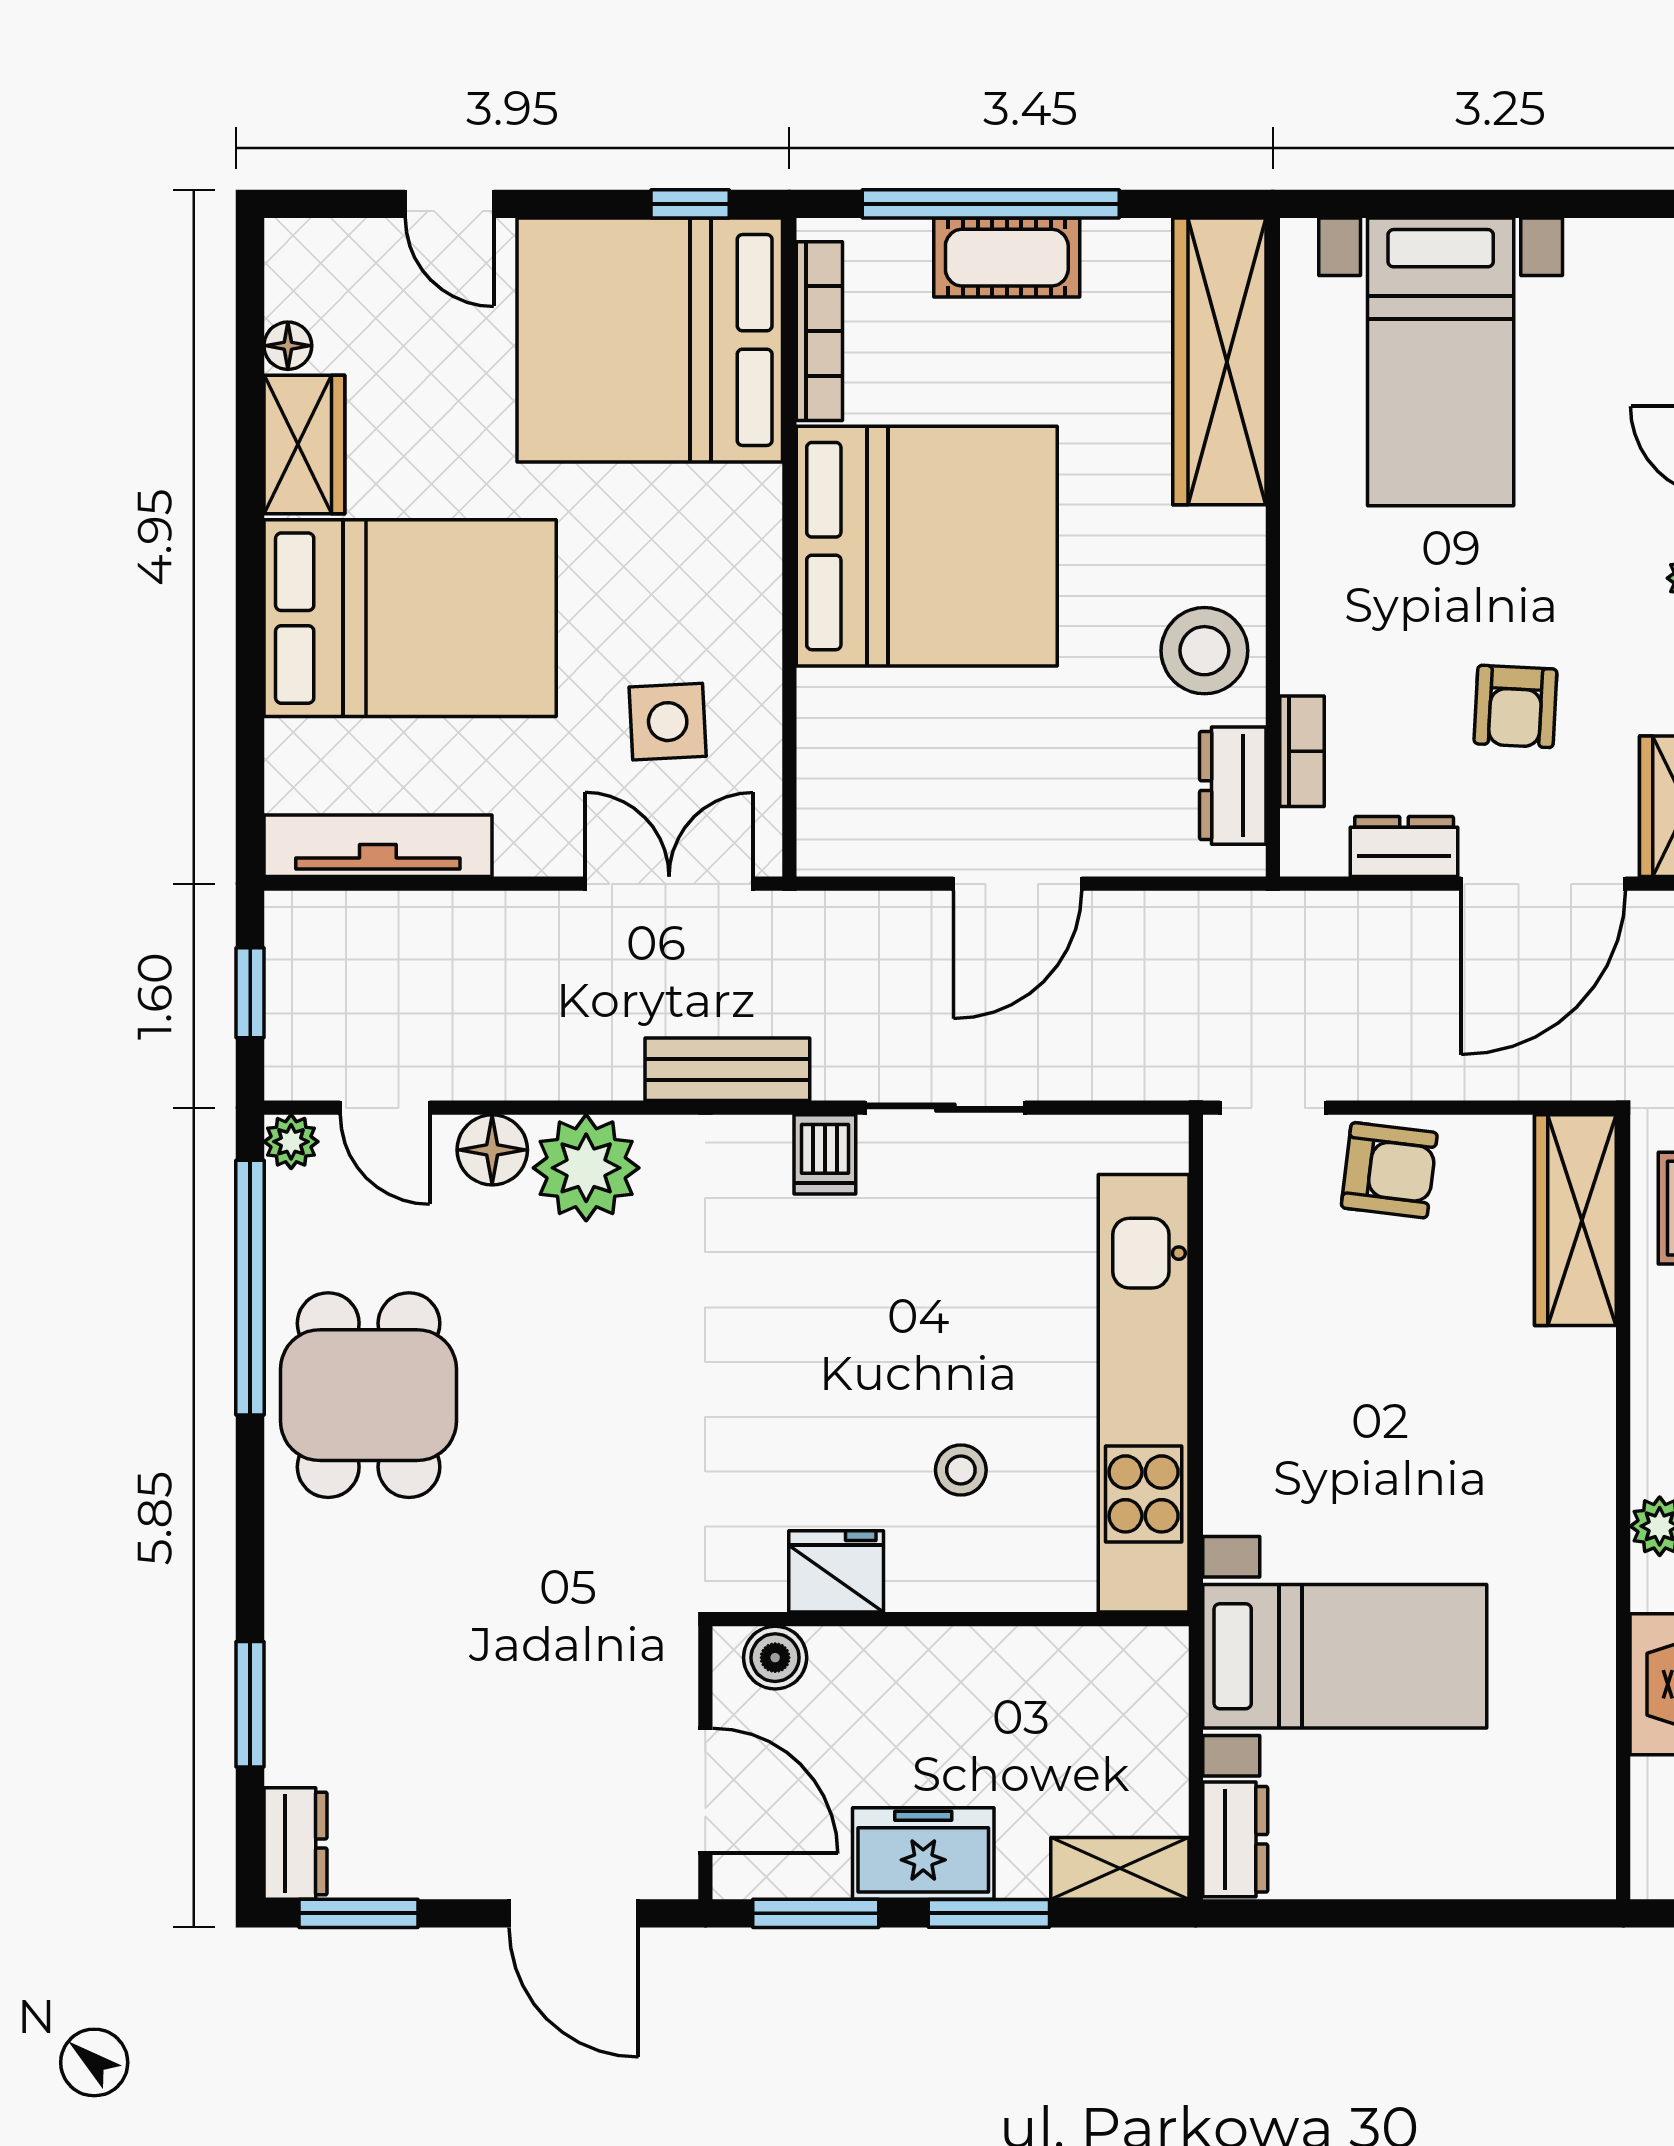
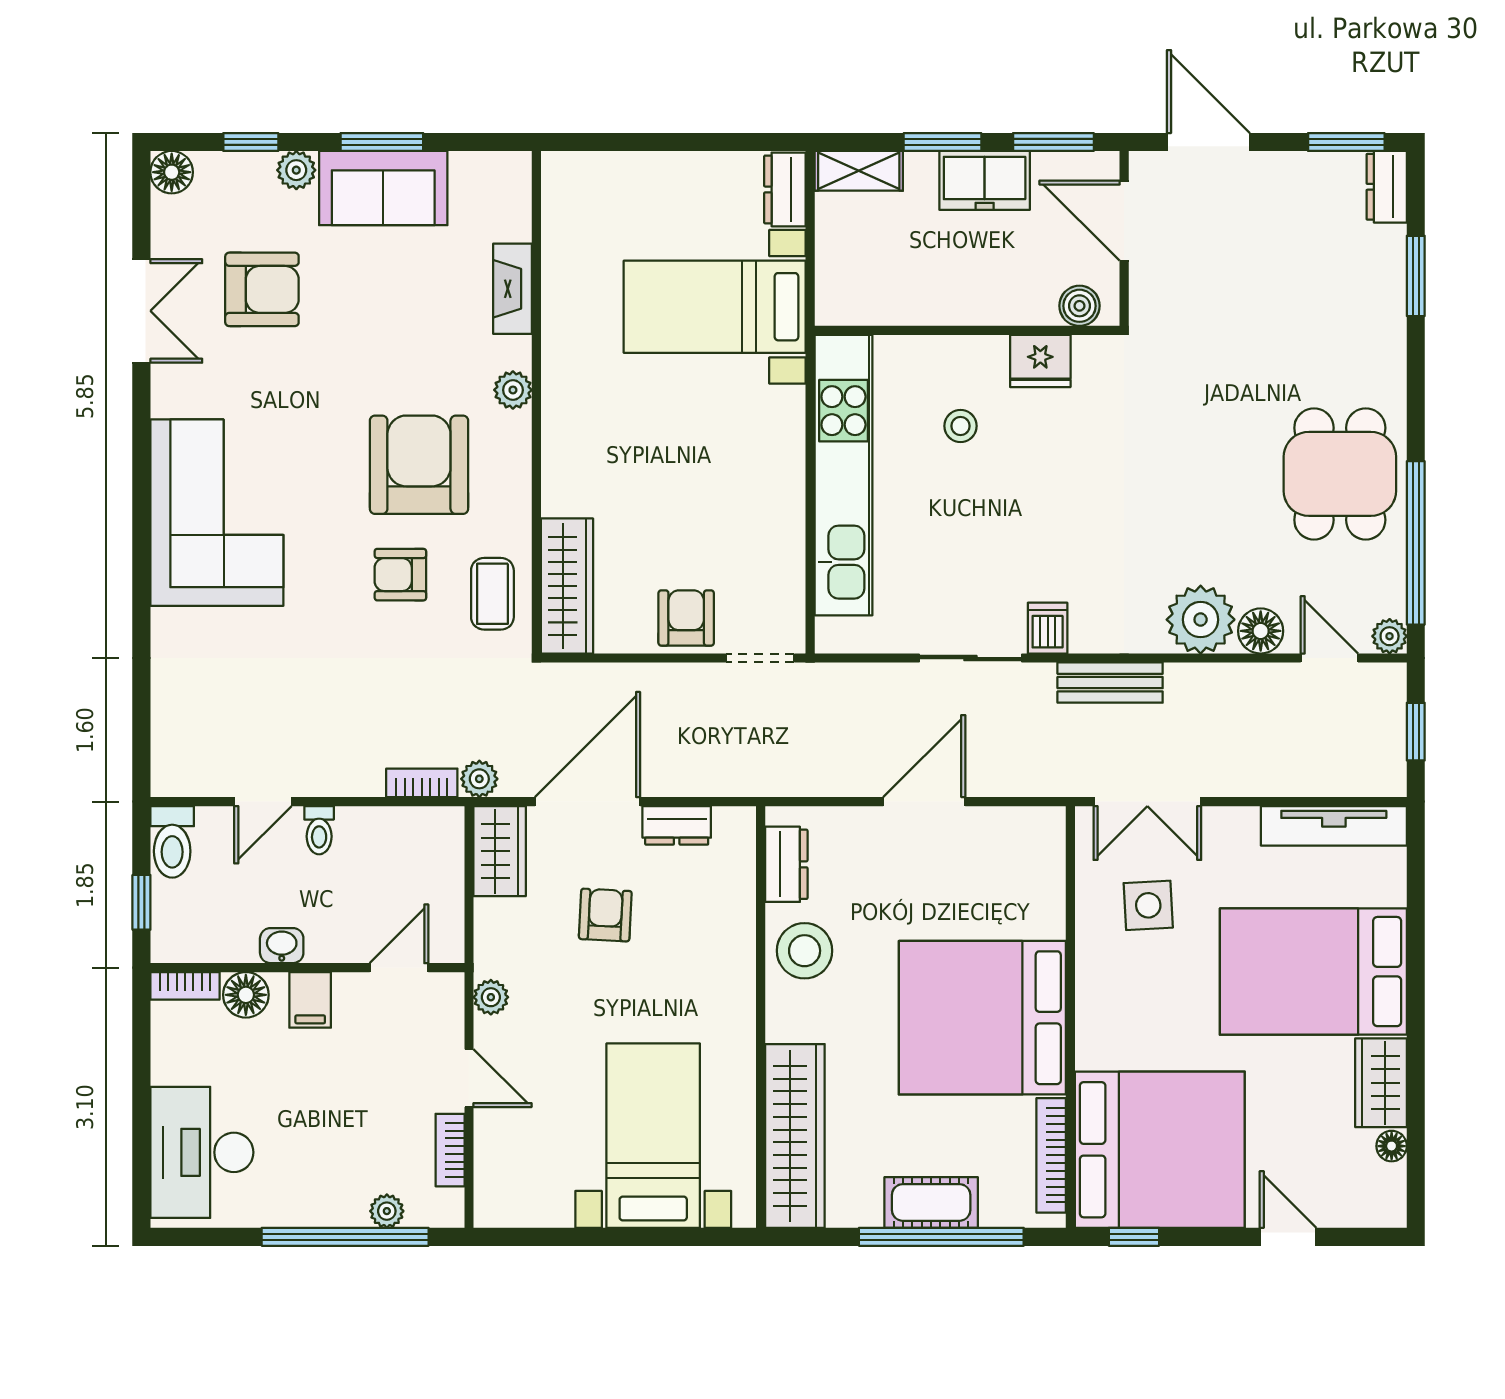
bookcase: (1302, 751) -> (742, 886), removed
armchair: (1389, 1170) -> (686, 618), turned 83

